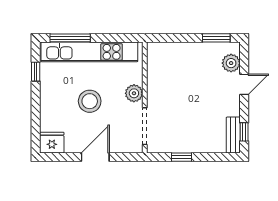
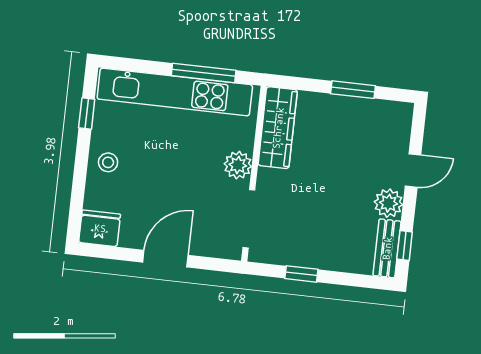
window: (70, 38) -> (204, 73), moved
window: (216, 38) -> (353, 90), moved
plant: (231, 63) -> (389, 203), moved
wardrobe: (156, 67) -> (278, 128), added
stool: (90, 101) -> (108, 162), moved, width x0.53, depth x0.53

